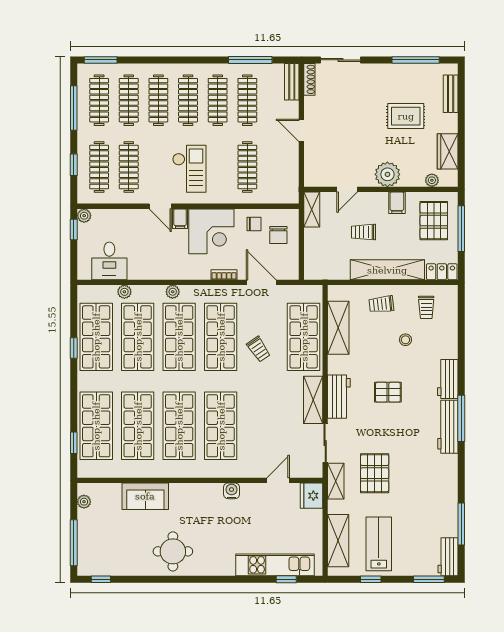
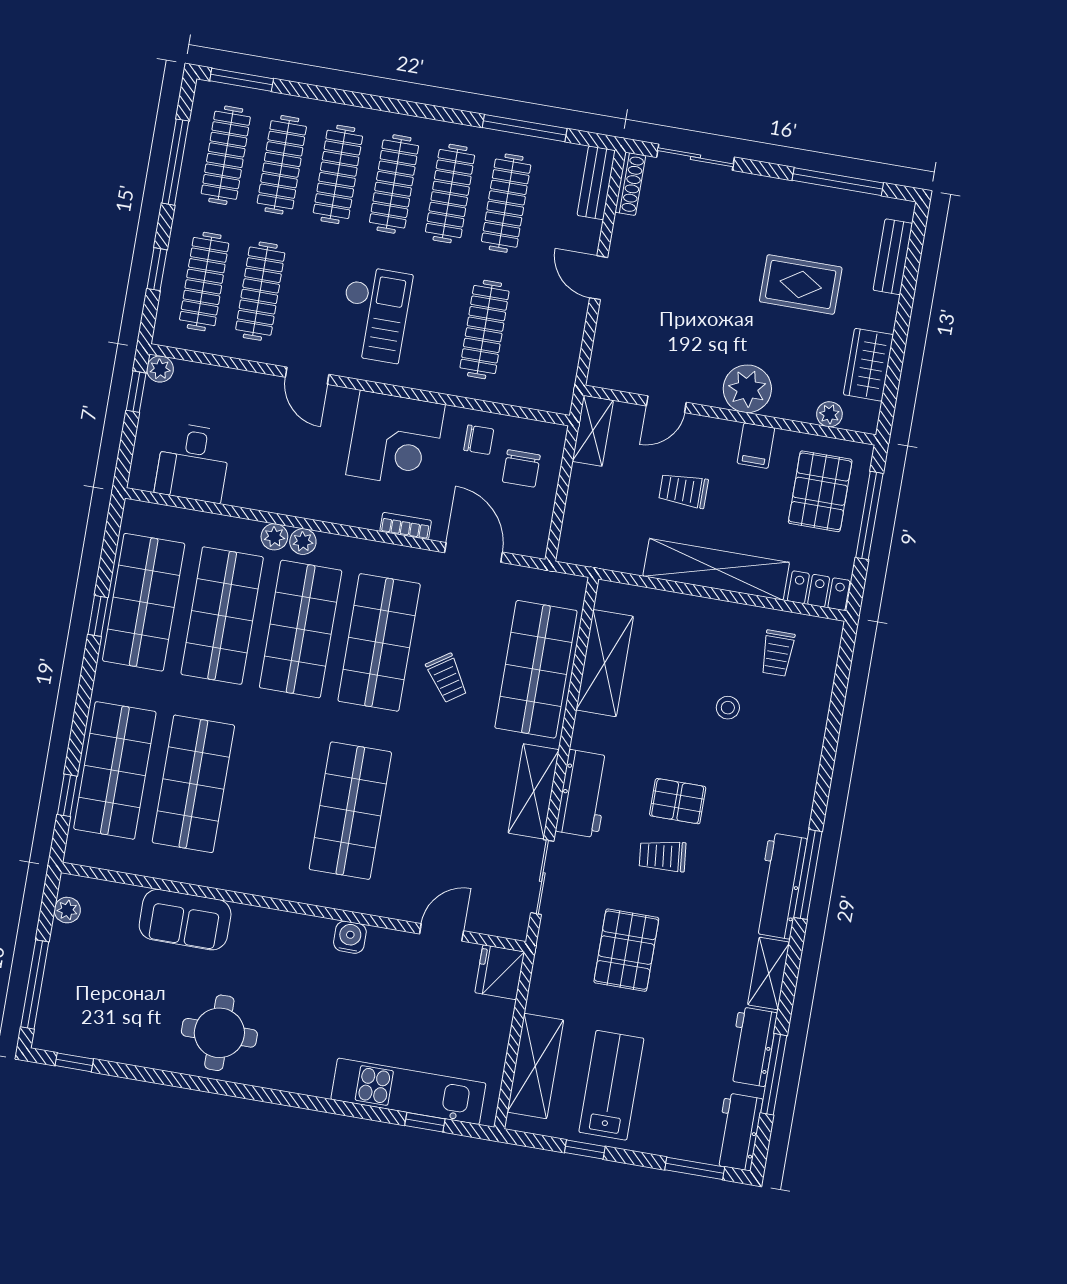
filing cabinet: (180, 219) -> (341, 406), removed
plant: (124, 292) -> (274, 537), moved
trolley: (381, 304) -> (663, 856), moved
workbench: (448, 379) -> (752, 1047), moved
shop shelf: (179, 426) -> (272, 797), removed
shelving: (336, 481) -> (769, 973), moved

